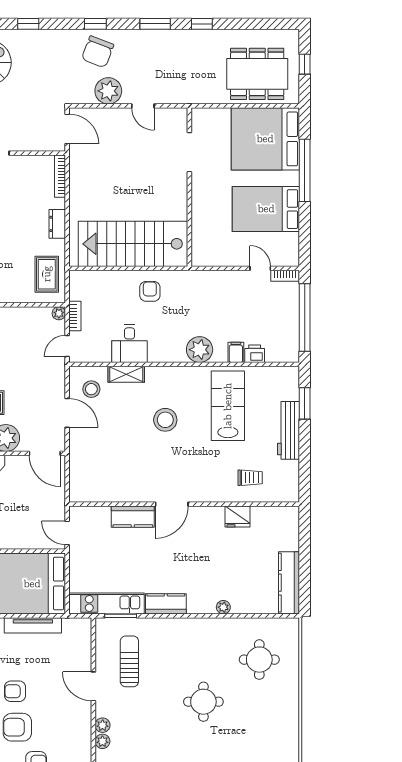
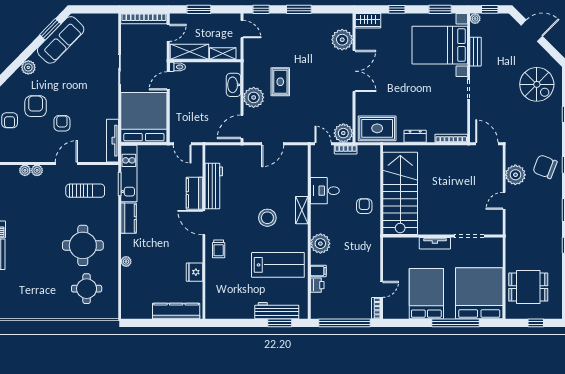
dining table: (257, 74) -> (528, 287), width x0.73
door: (67, 129) -> (487, 144), swing flipped
tv unit: (199, 198) -> (435, 243), added
rug: (47, 274) -> (377, 128), width x1.36, depth x1.43
armchair: (150, 291) -> (364, 206), turned -90
plant: (59, 313) -> (343, 133), width x1.88, depth x1.88
shelving: (126, 374) -> (302, 210), moved
stool: (91, 389) -> (291, 162), removed
workbench: (289, 430) -> (277, 311), moved
trolley: (250, 478) -> (219, 249), moved
workbench: (123, 491) -> (214, 186), added
door: (67, 533) -> (182, 144), swing flipped
kitchen counter: (289, 583) -> (176, 311), moved
tv unit: (33, 625) -> (112, 141), moved
armchair: (15, 691) -> (62, 123), moved
round table: (203, 702) -> (83, 245), moved, width x1.36, depth x1.36

